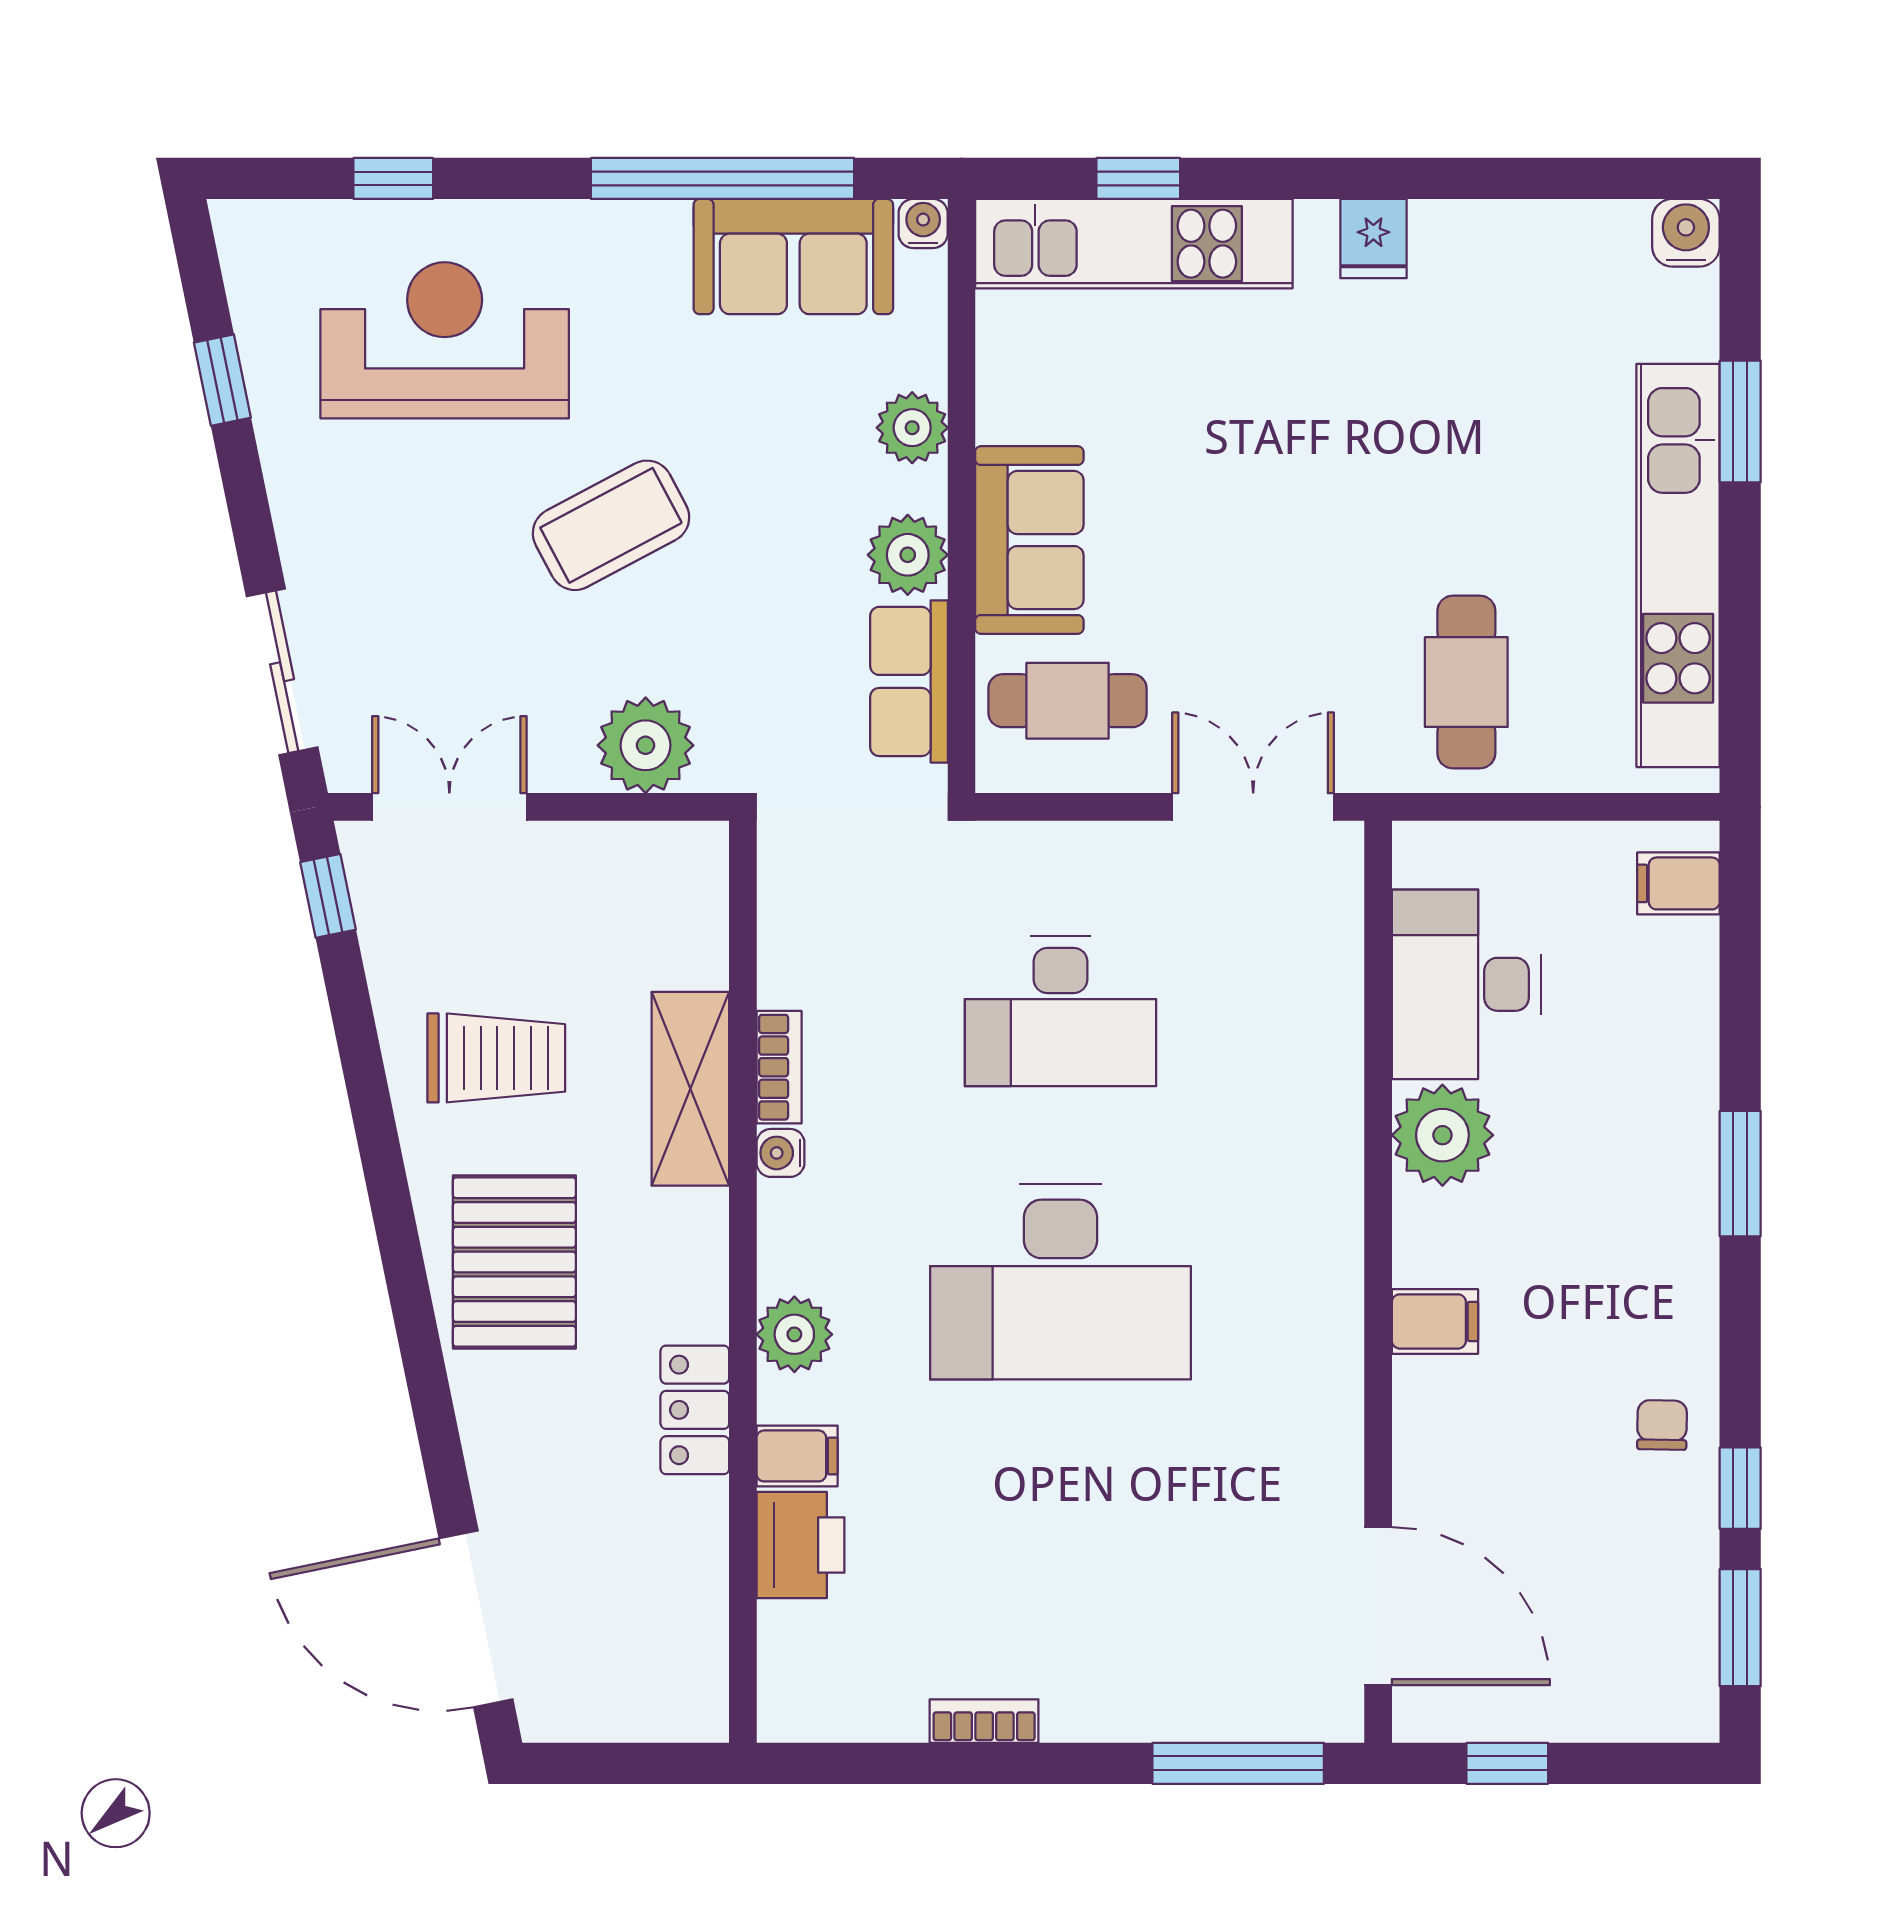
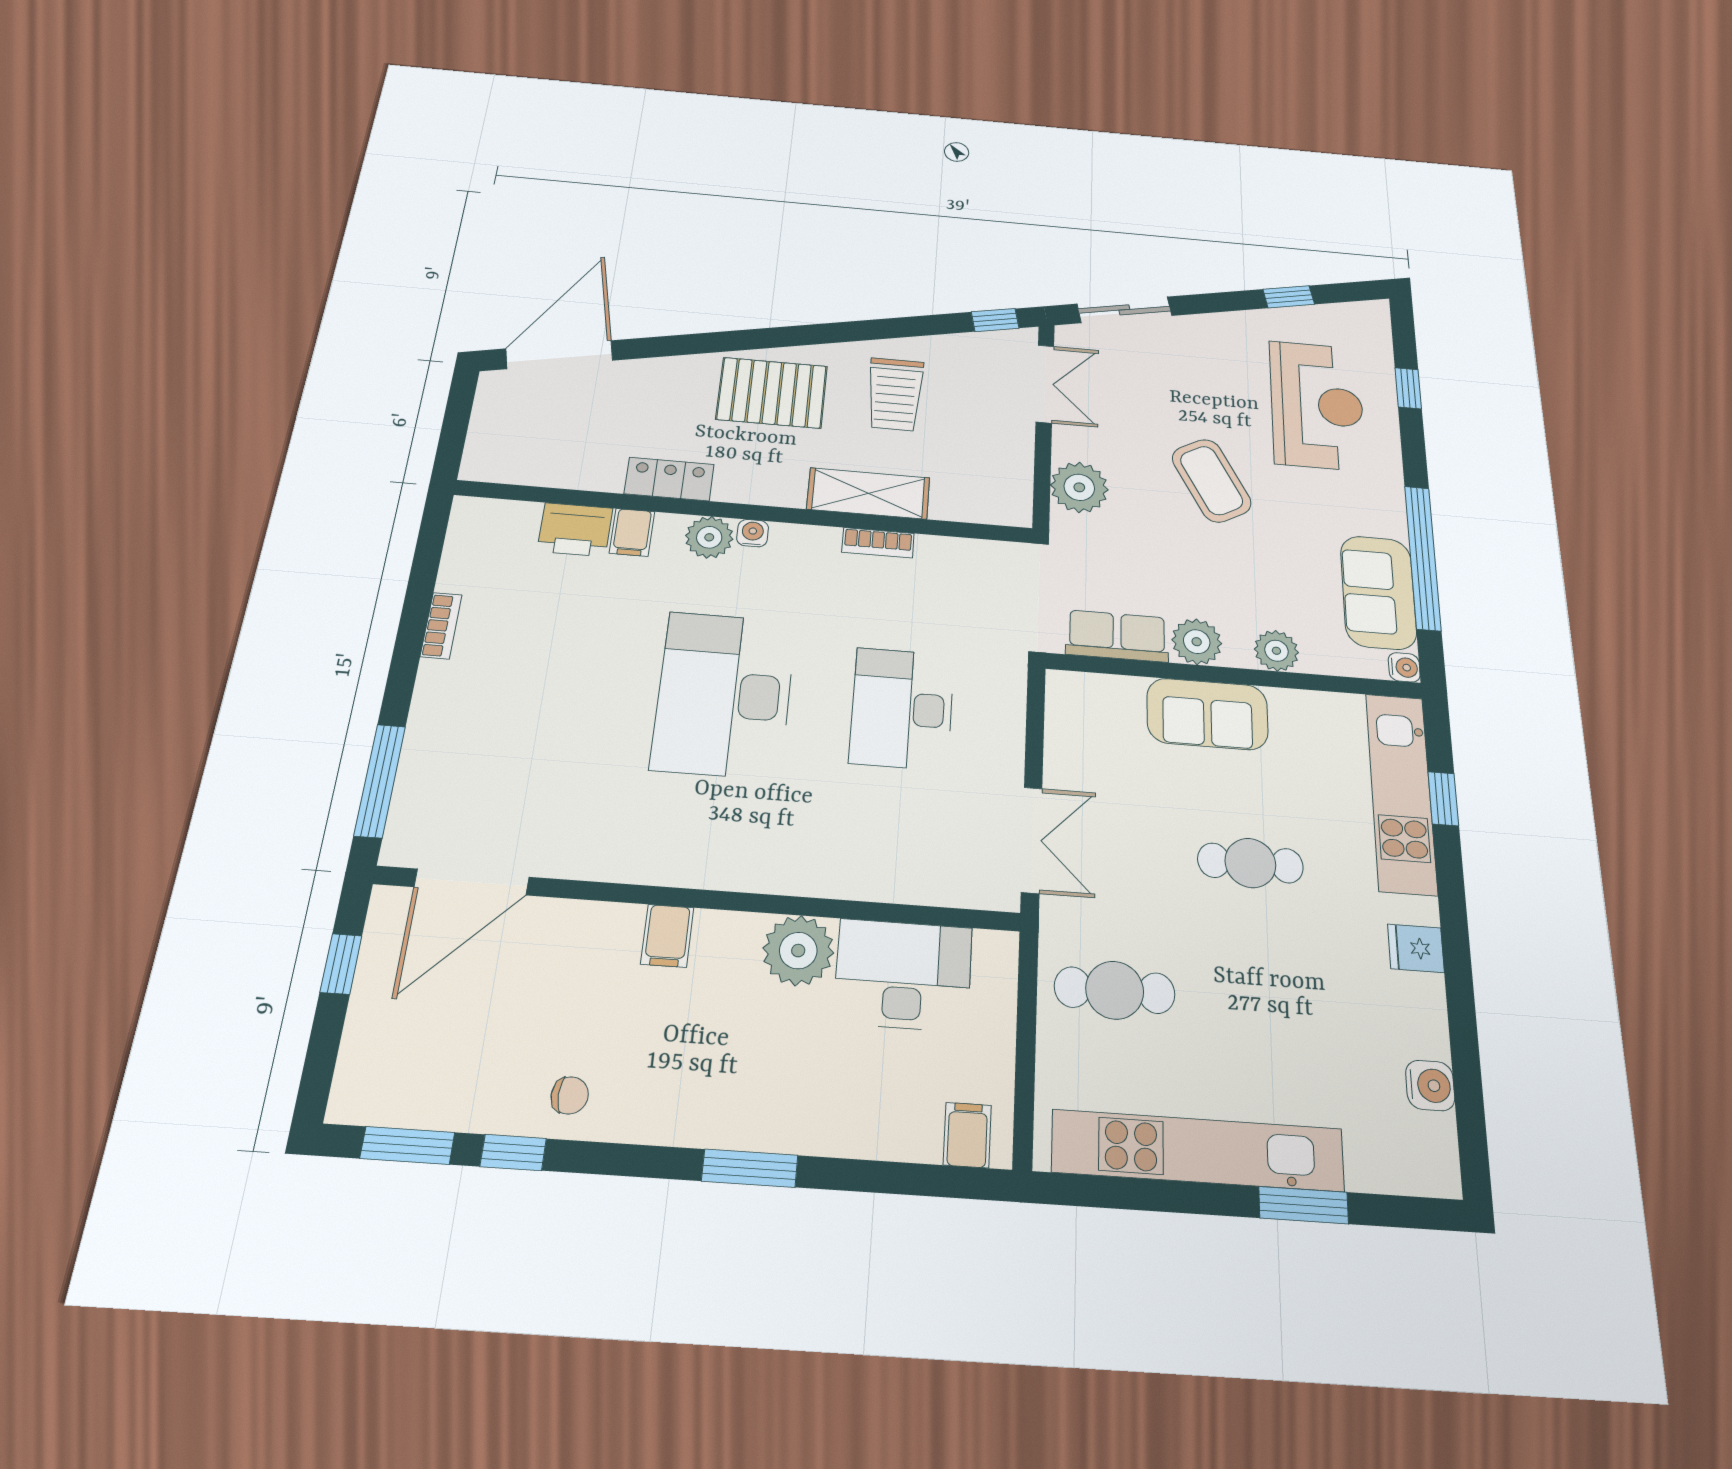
water cooler: (1686, 233) -> (1430, 1085), moved
cafe table: (1068, 701) -> (1250, 863), moved, turned 90
water cooler: (780, 1153) -> (753, 533), moved

